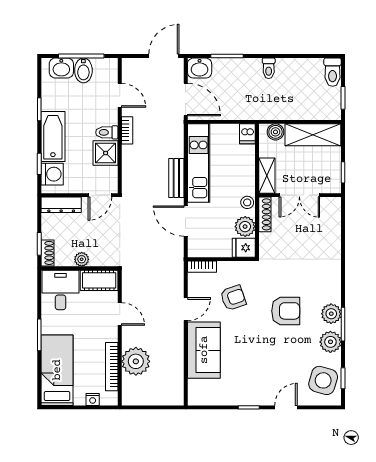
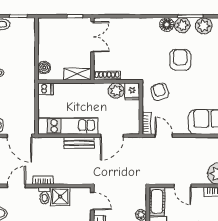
door: (186, 99) -> (20, 136), swing flipped
shelving: (313, 135) -> (46, 39), removed
double door: (299, 195) -> (92, 37), moved
stool: (247, 202) -> (98, 89), removed
floor lamp: (332, 293) -> (167, 25), added
armchair: (233, 298) -> (160, 92), moved
door: (186, 309) -> (164, 136), moved
door: (120, 314) -> (183, 186), swing flipped

